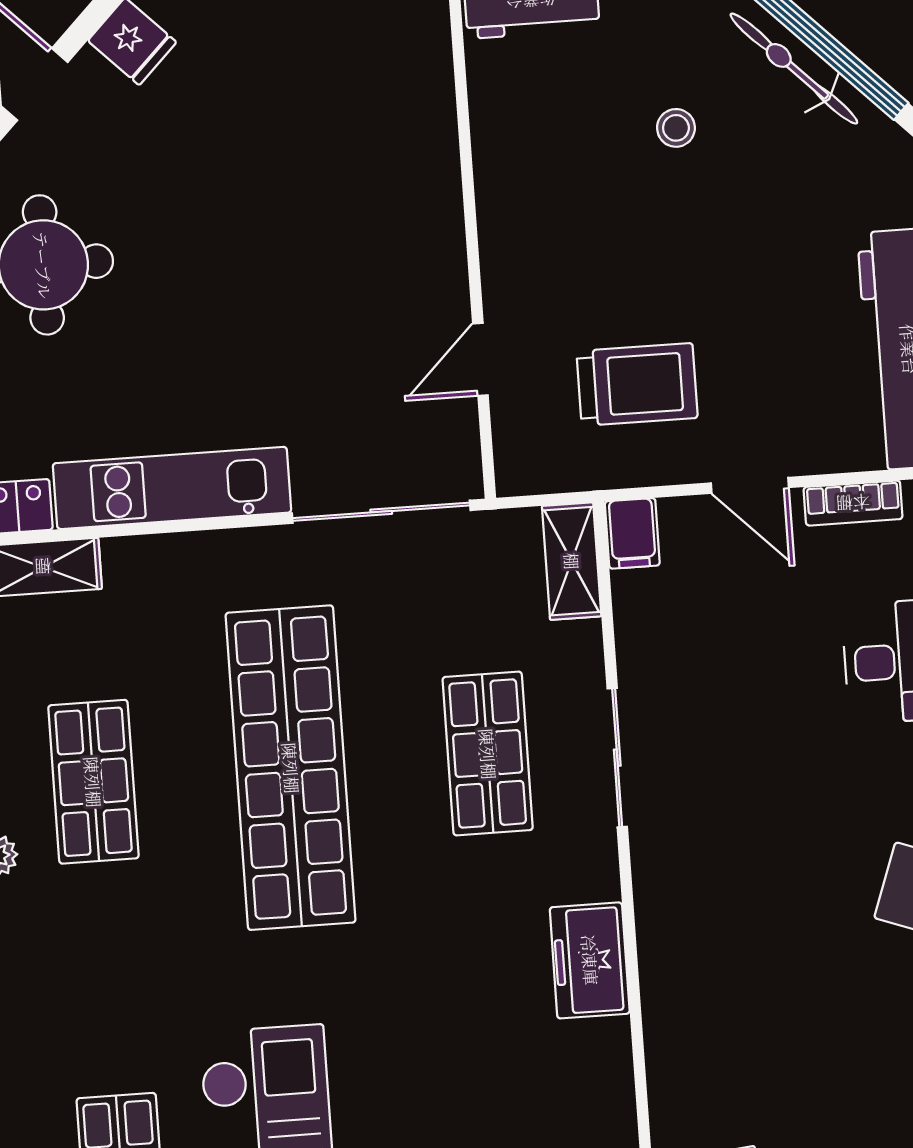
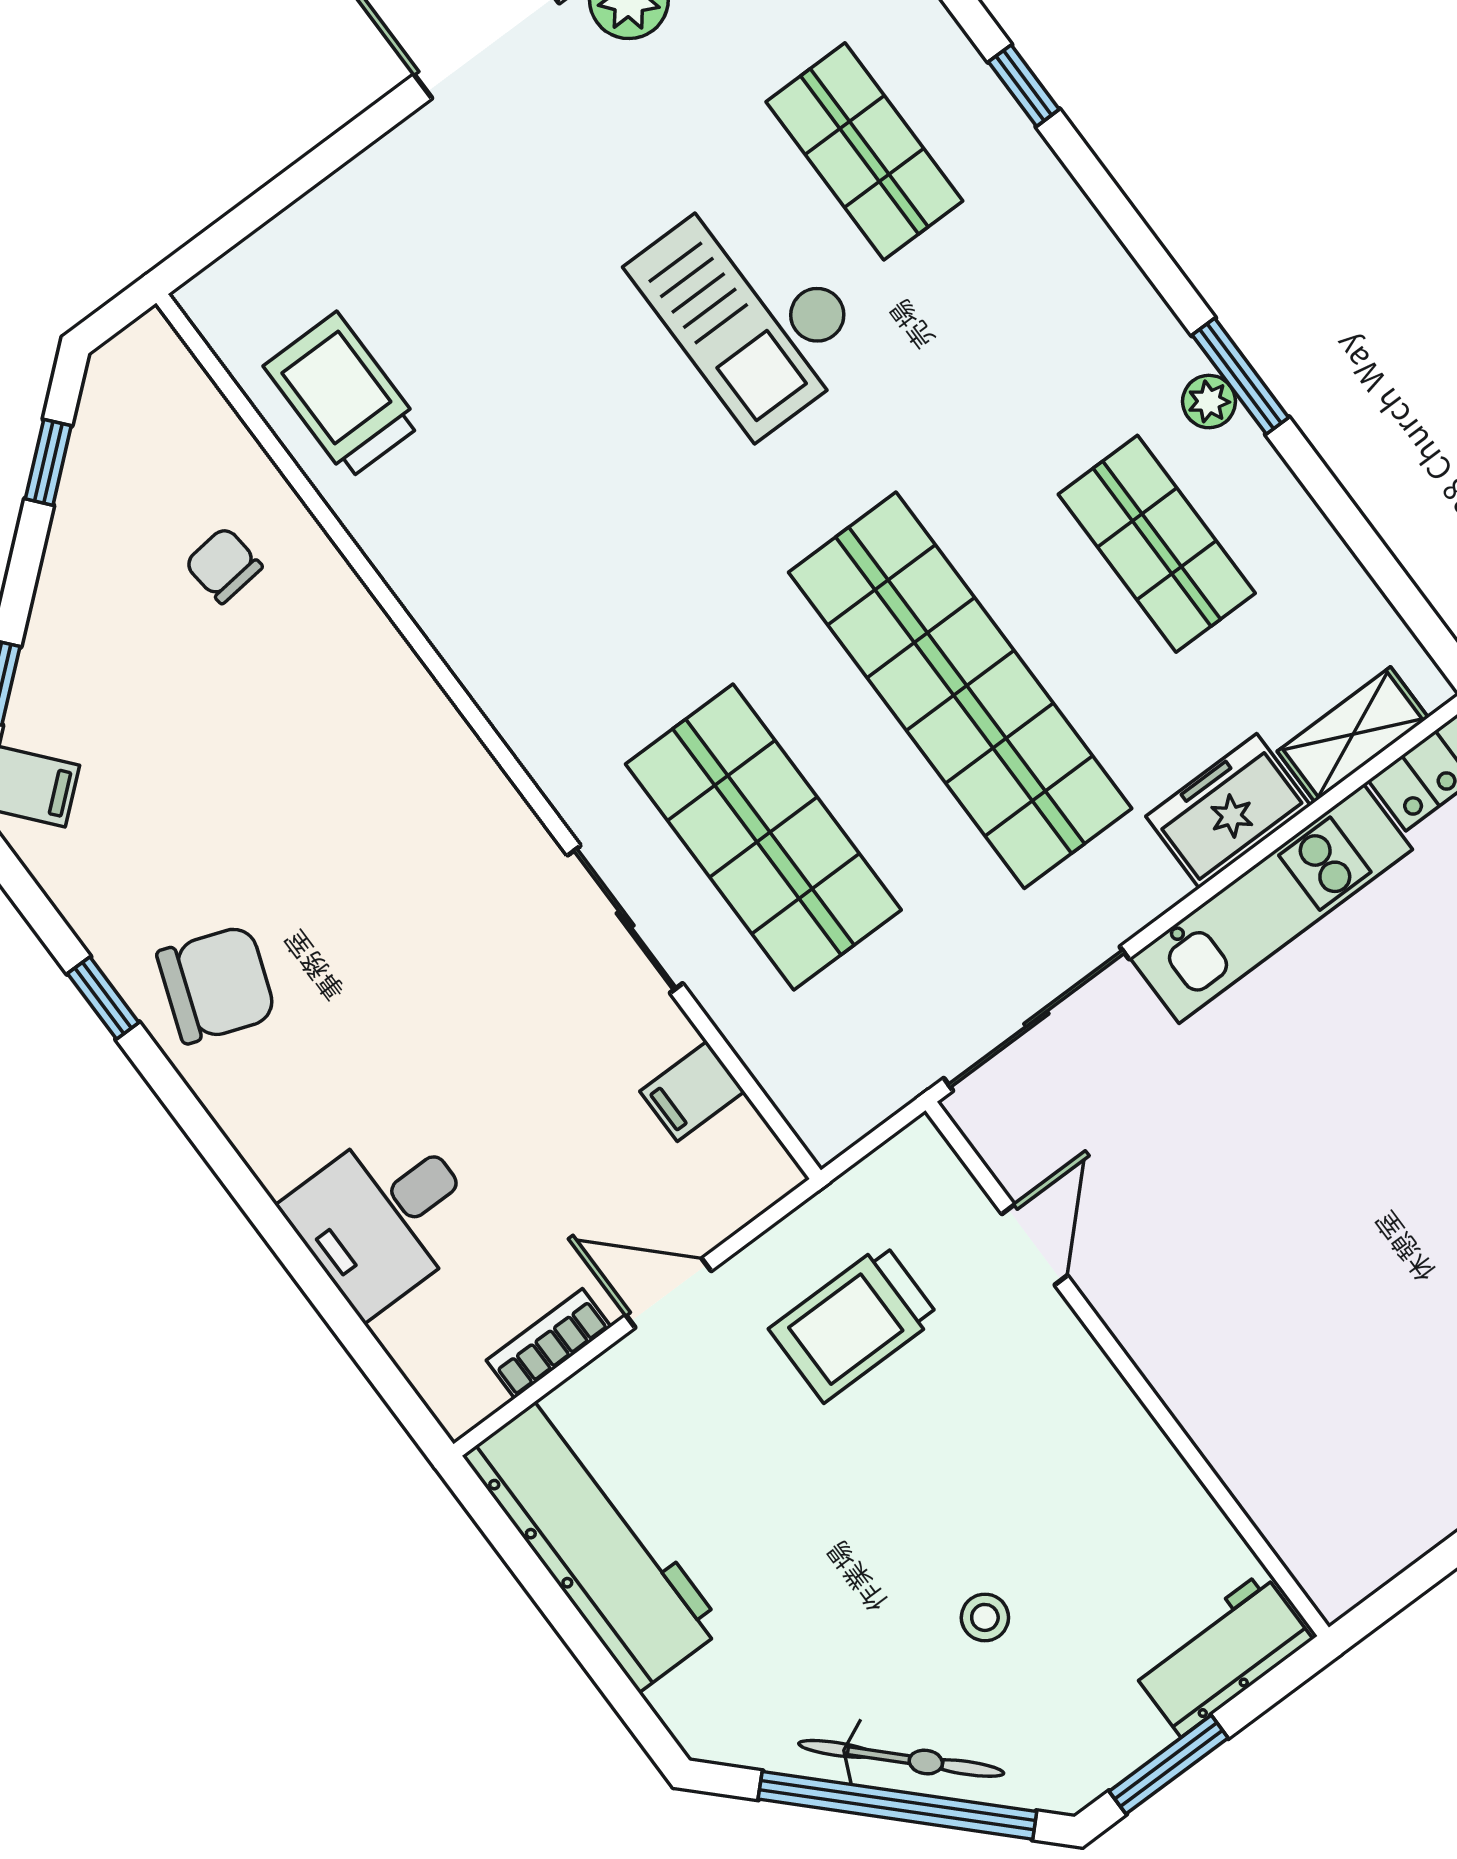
filing cabinet: (632, 533) -> (692, 1091), moved, turned -90
shelving: (572, 561) -> (804, 1094), removed
shop shelf: (488, 754) -> (763, 837), width x1.43, depth x1.36
freezer: (590, 960) -> (1228, 811), moved, turned -90

